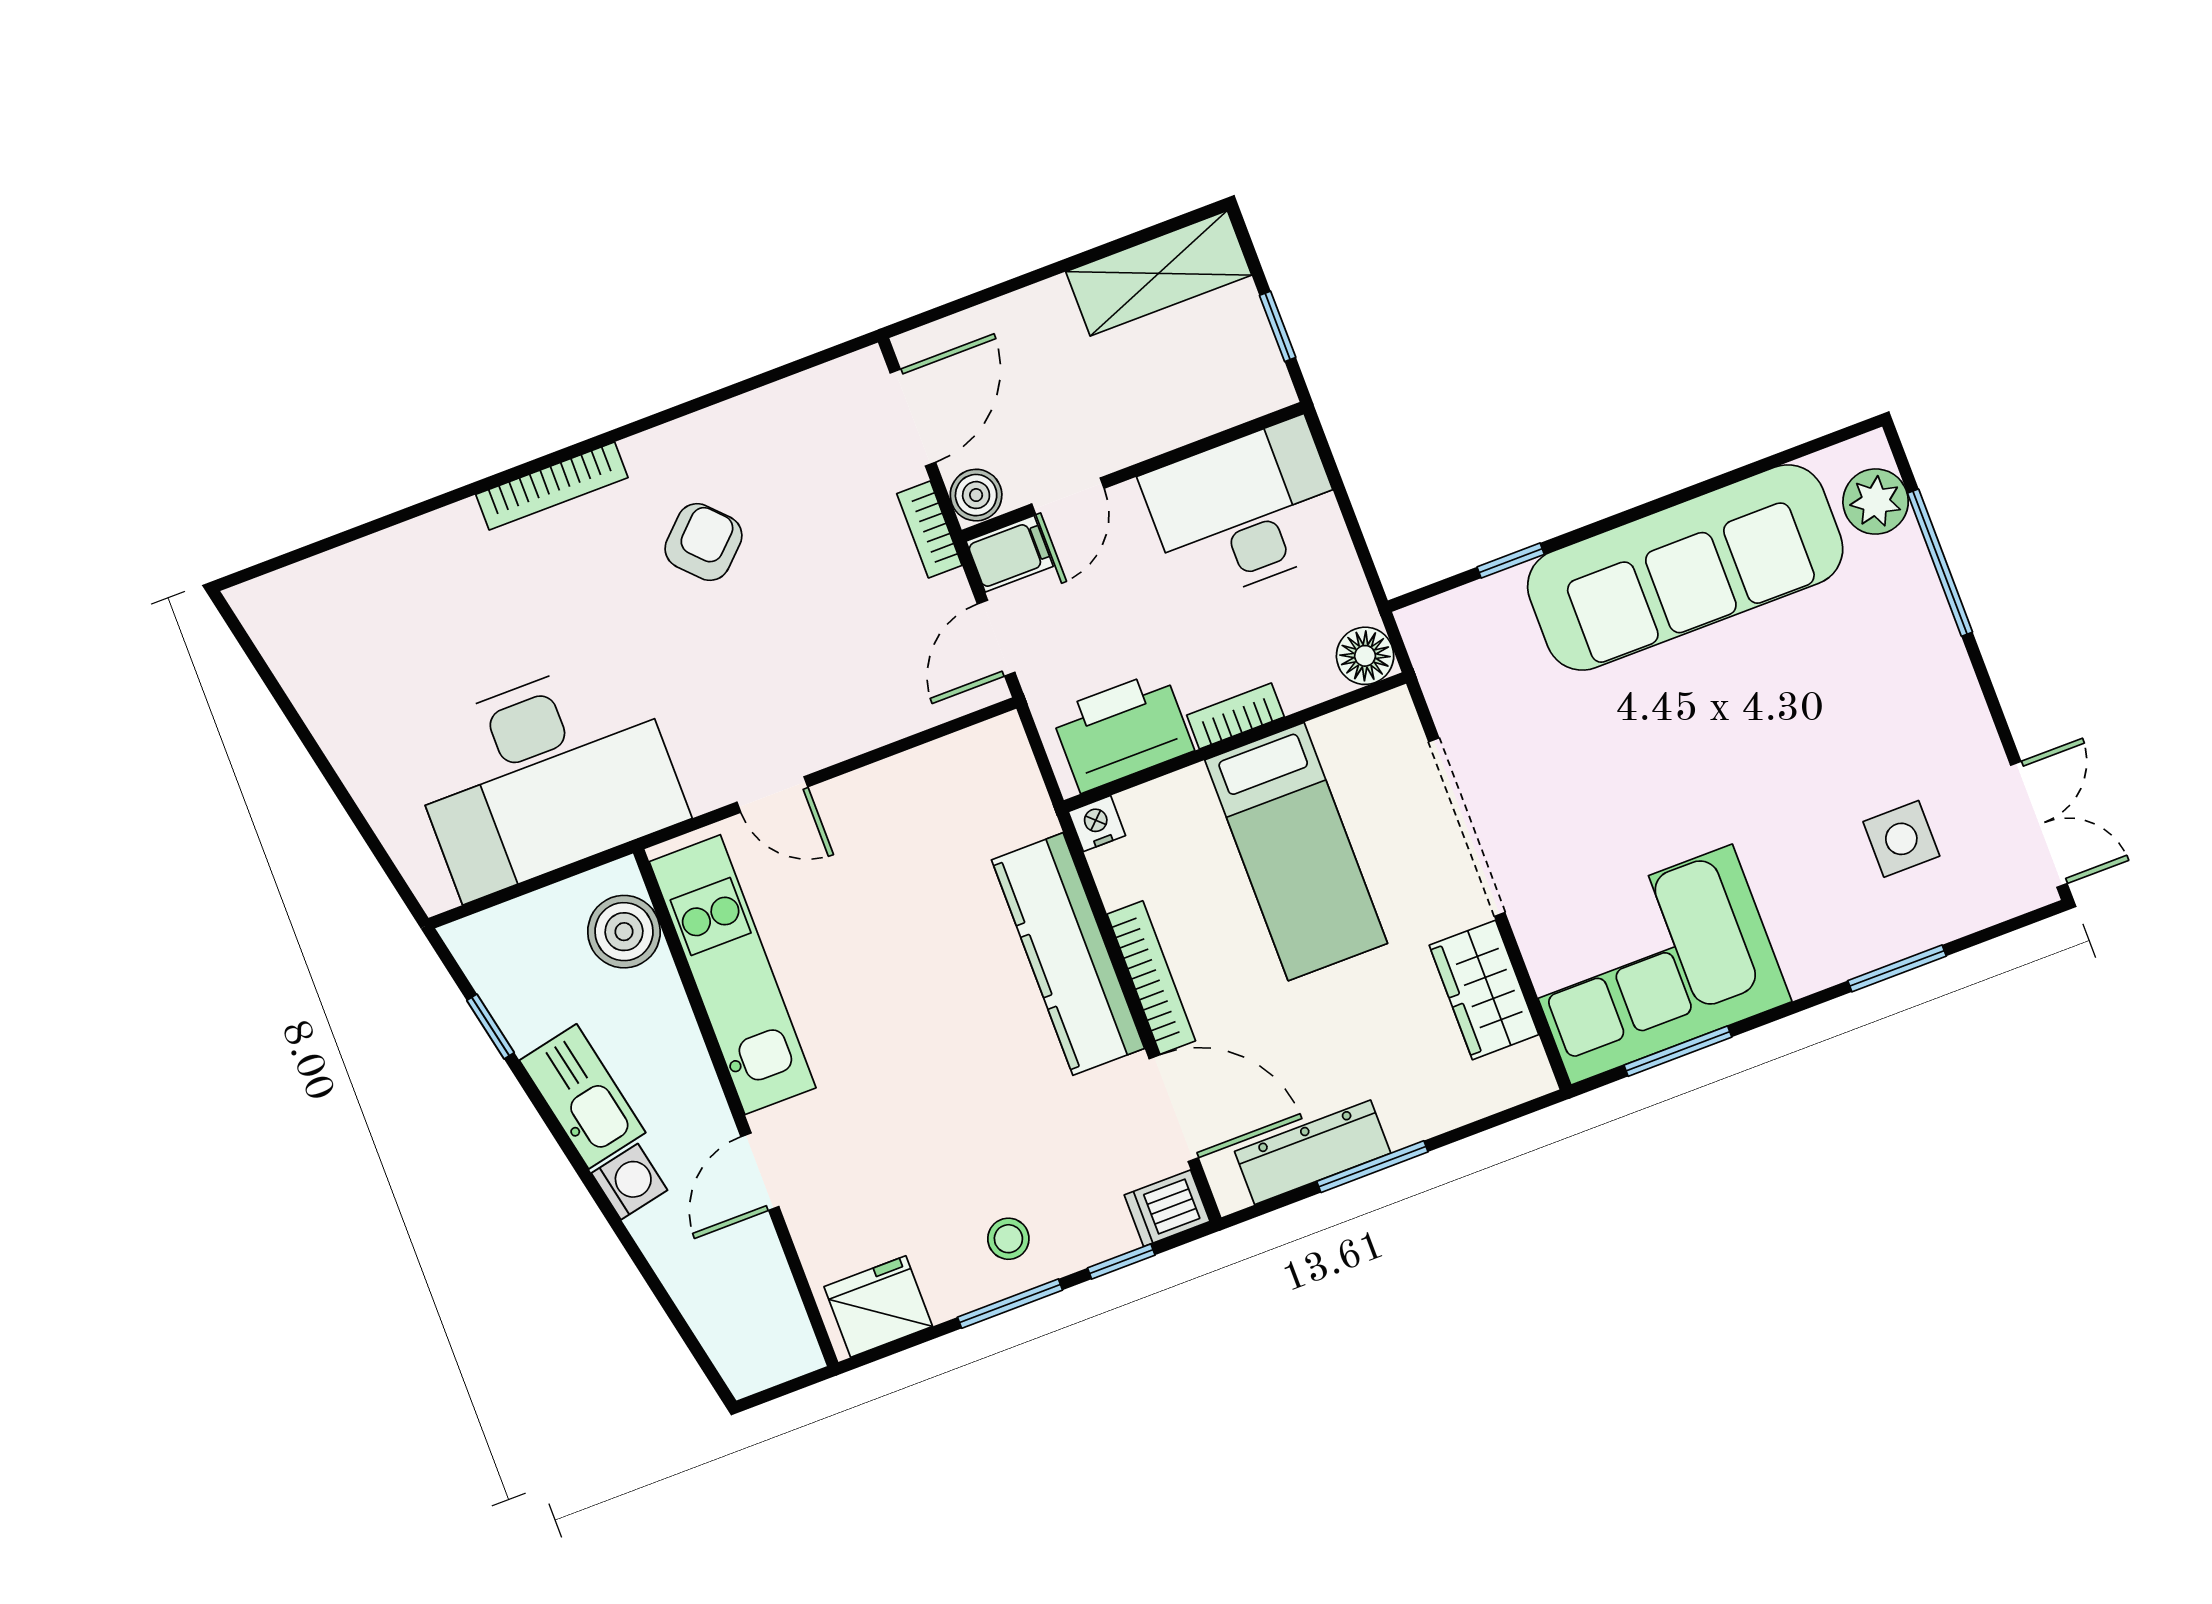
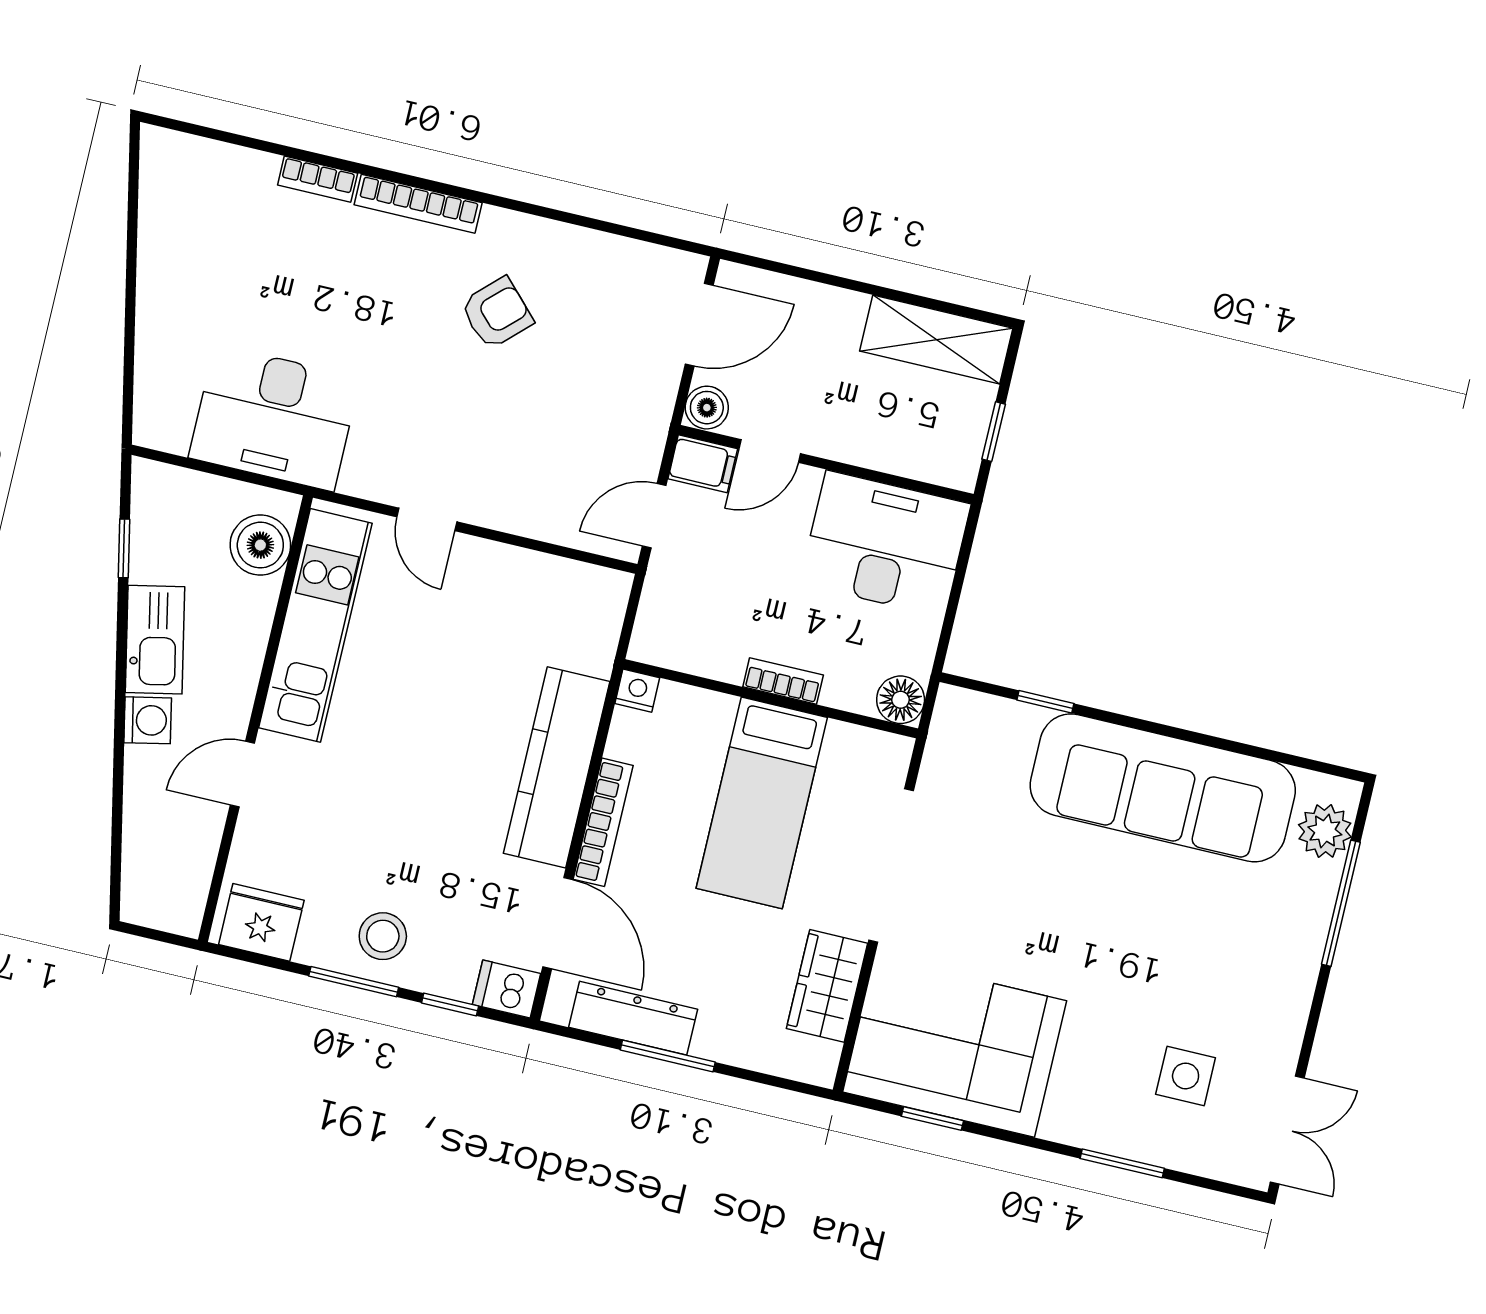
bookcase: (929, 530) -> (318, 179), moved, turned -90
printer: (1122, 731) -> (698, 639), removed
desk: (545, 776) -> (274, 418), width x0.73, depth x0.77
window: (1678, 1051) -> (932, 1118), width x0.67
stool: (1008, 1239) -> (383, 936), width x1.37, depth x1.37

